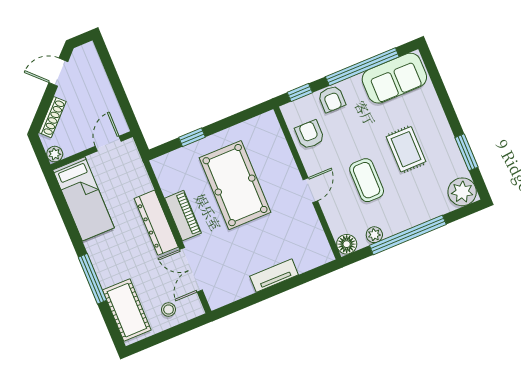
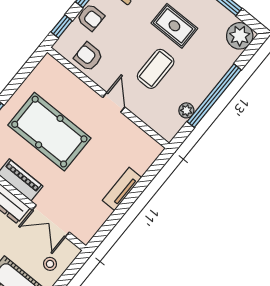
coffee table: (367, 180) -> (156, 69), turned 90
floor lamp: (347, 244) -> (168, 131), removed

